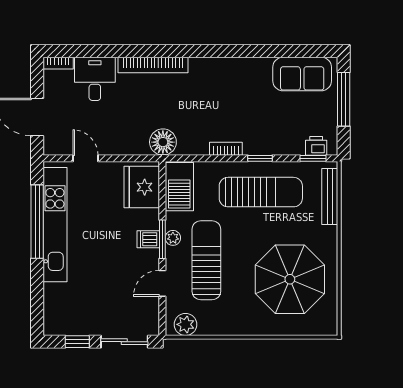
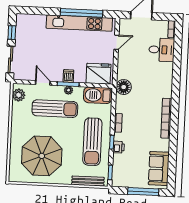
bookcase: (153, 65) -> (166, 118), moved
printer: (316, 146) -> (119, 147), moved

